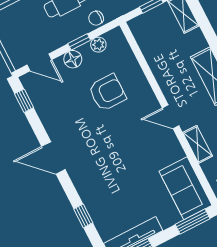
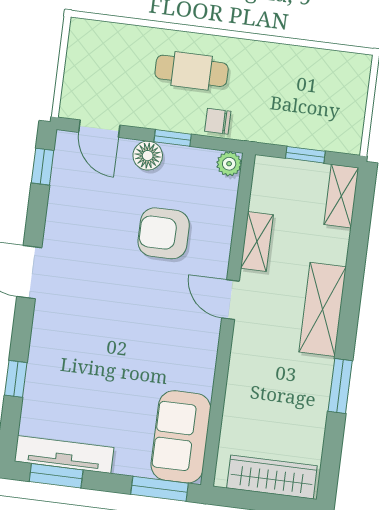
plant: (98, 45) -> (229, 164), moved
armchair: (107, 93) -> (164, 233), turned 180
door: (171, 117) -> (231, 300), moved
shelving: (198, 144) -> (257, 241), moved

